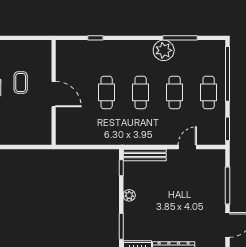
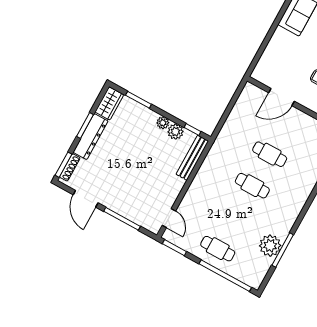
plant: (164, 50) -> (270, 246), moved
cafe table: (175, 92) -> (235, 217), removed
door: (54, 94) -> (281, 97), moved
door: (187, 147) -> (169, 218), moved
plant: (131, 181) -> (175, 132), added

